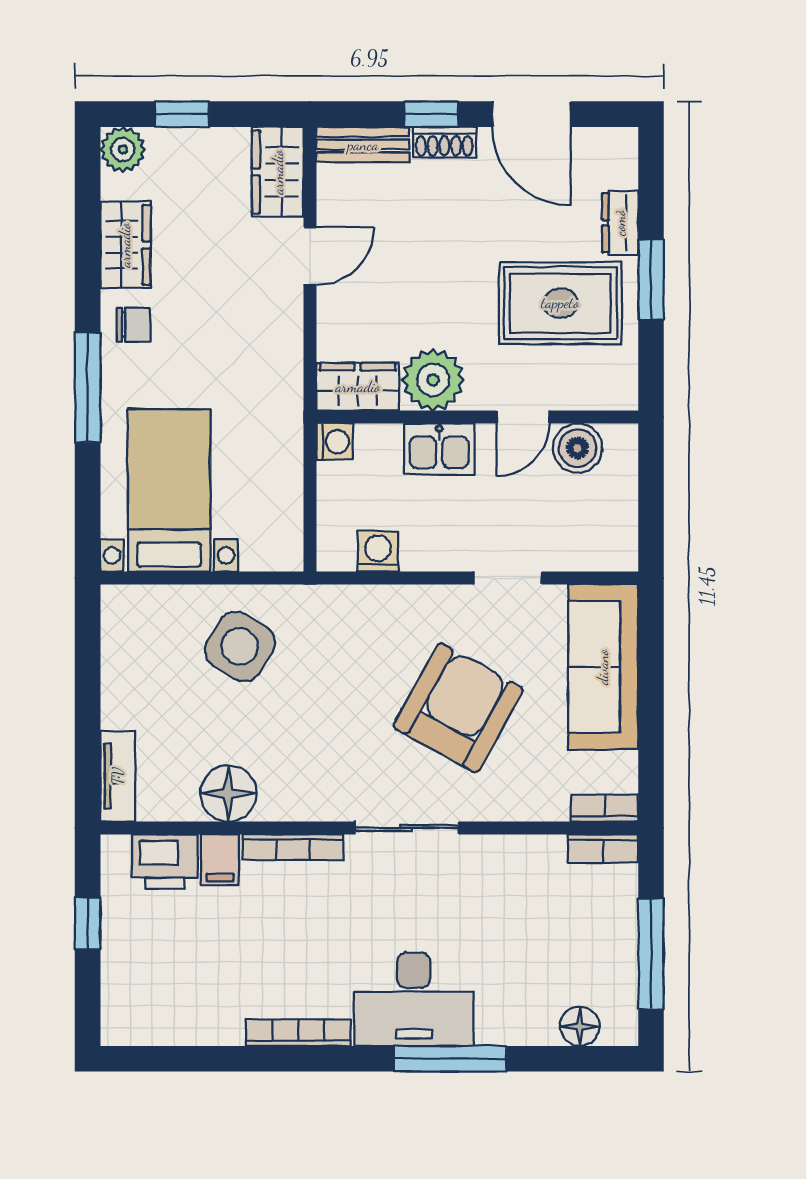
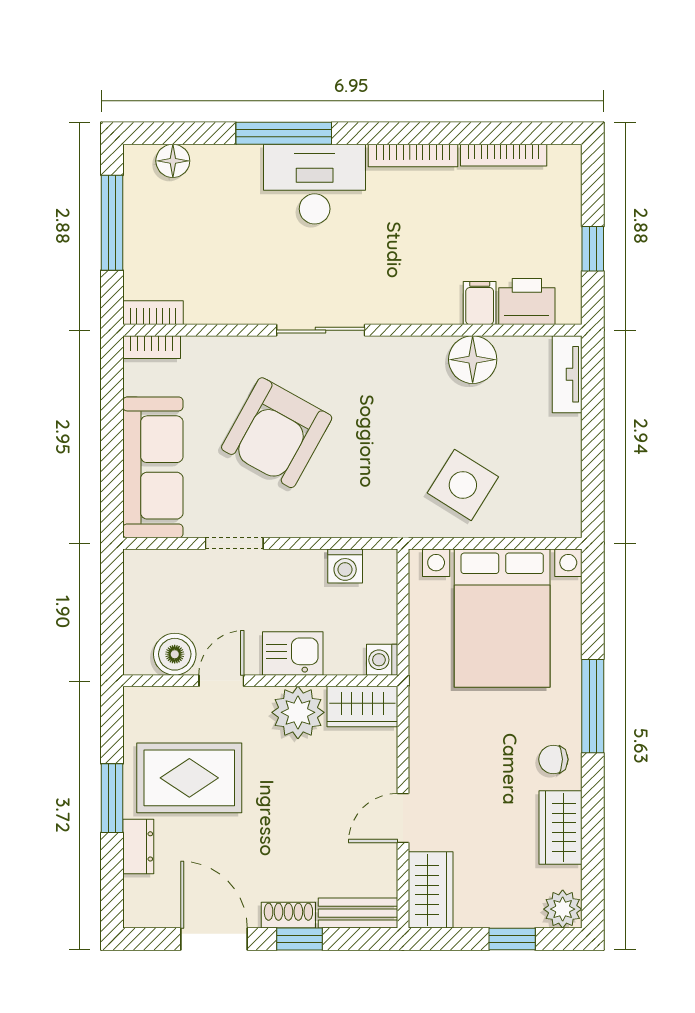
bed with nightstands: (169, 490) -> (502, 618), width x1.36
bookcase: (293, 847) -> (504, 155), moved, turned 180

